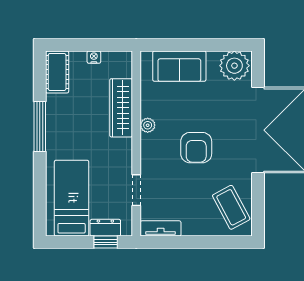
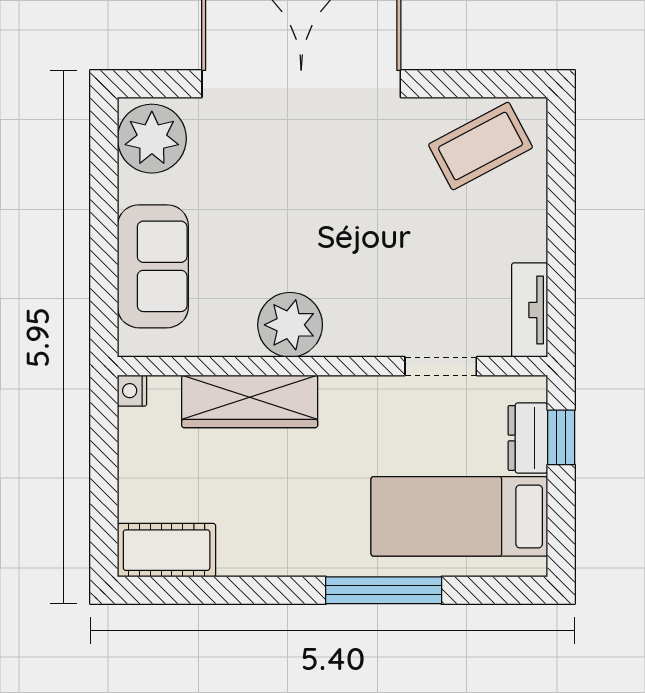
nightstand: (94, 57) -> (132, 391), moved
plant: (148, 125) -> (290, 325), width x1.88, depth x1.88
window: (40, 126) -> (384, 590), moved
armchair: (196, 148) -> (342, 227), removed

